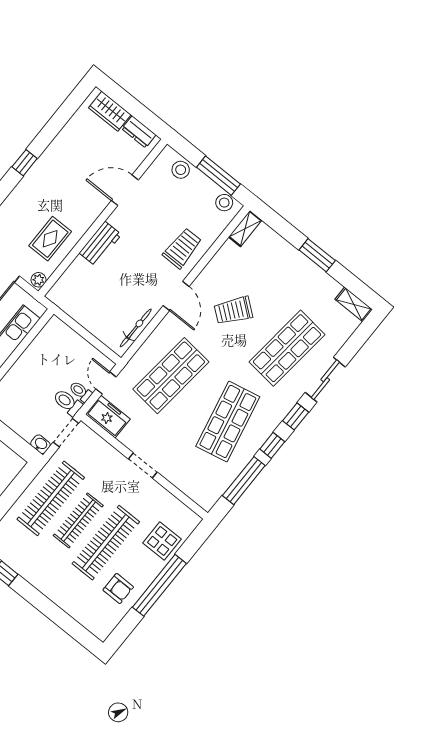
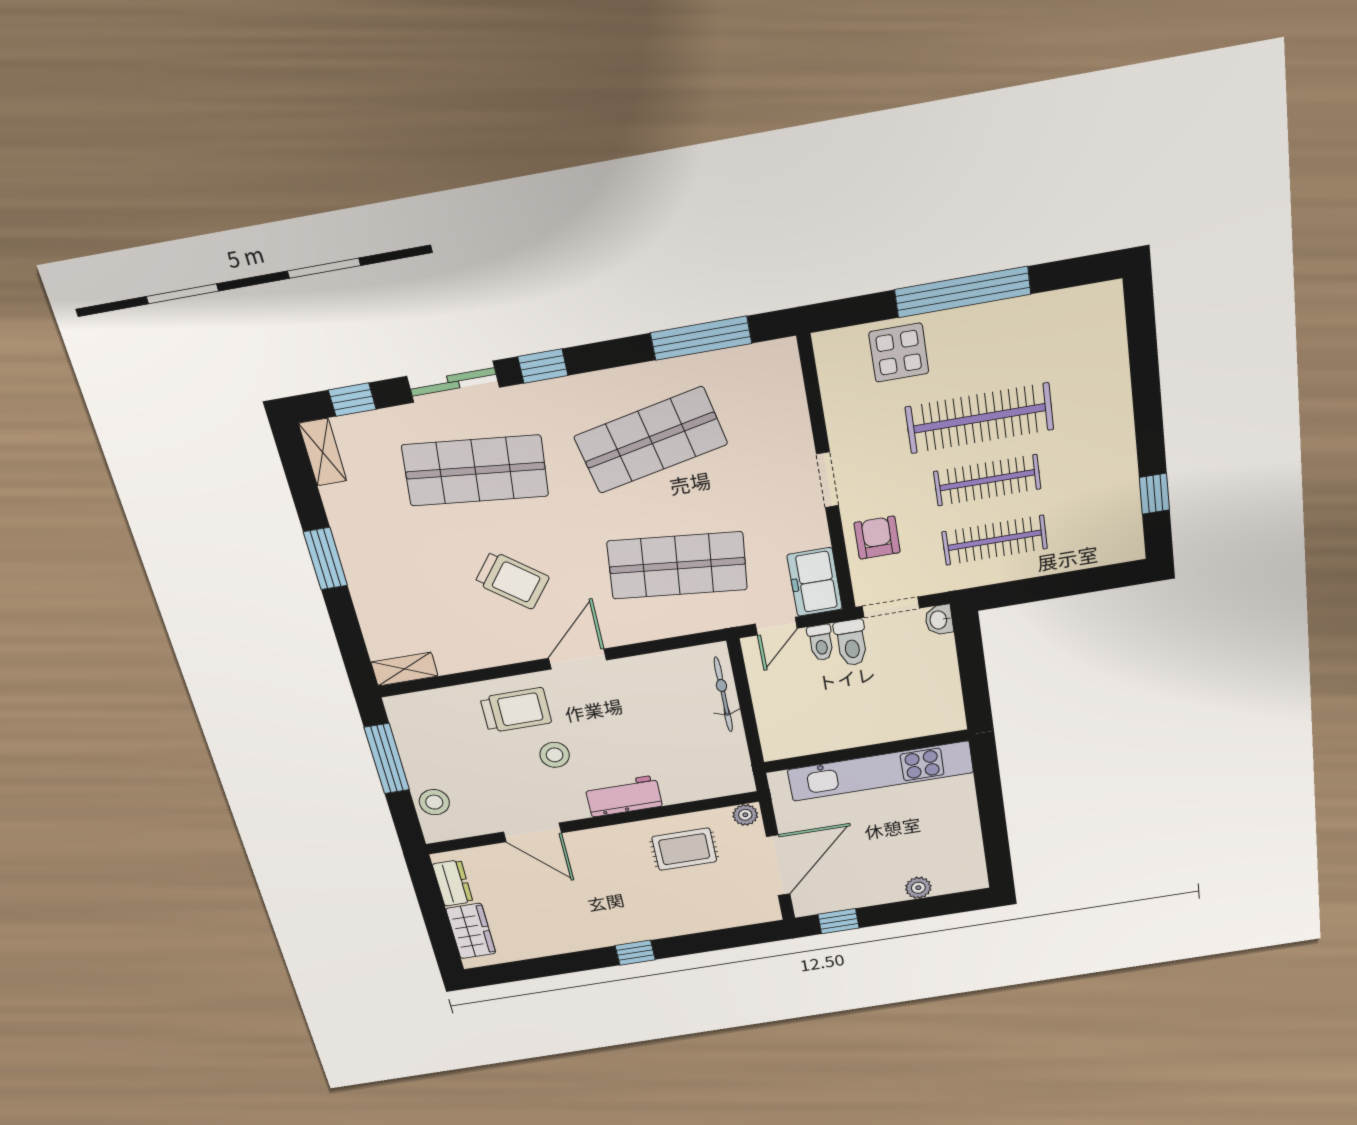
stool: (224, 203) -> (555, 755), moved
trolley: (182, 248) -> (516, 710), turned 180
bicycle: (136, 328) -> (723, 695), moved, turned 90
window: (272, 445) -> (352, 400), moved
clothes rail: (51, 498) -> (995, 540), width x0.73, depth x0.76
armchair: (118, 588) -> (877, 538), moved

